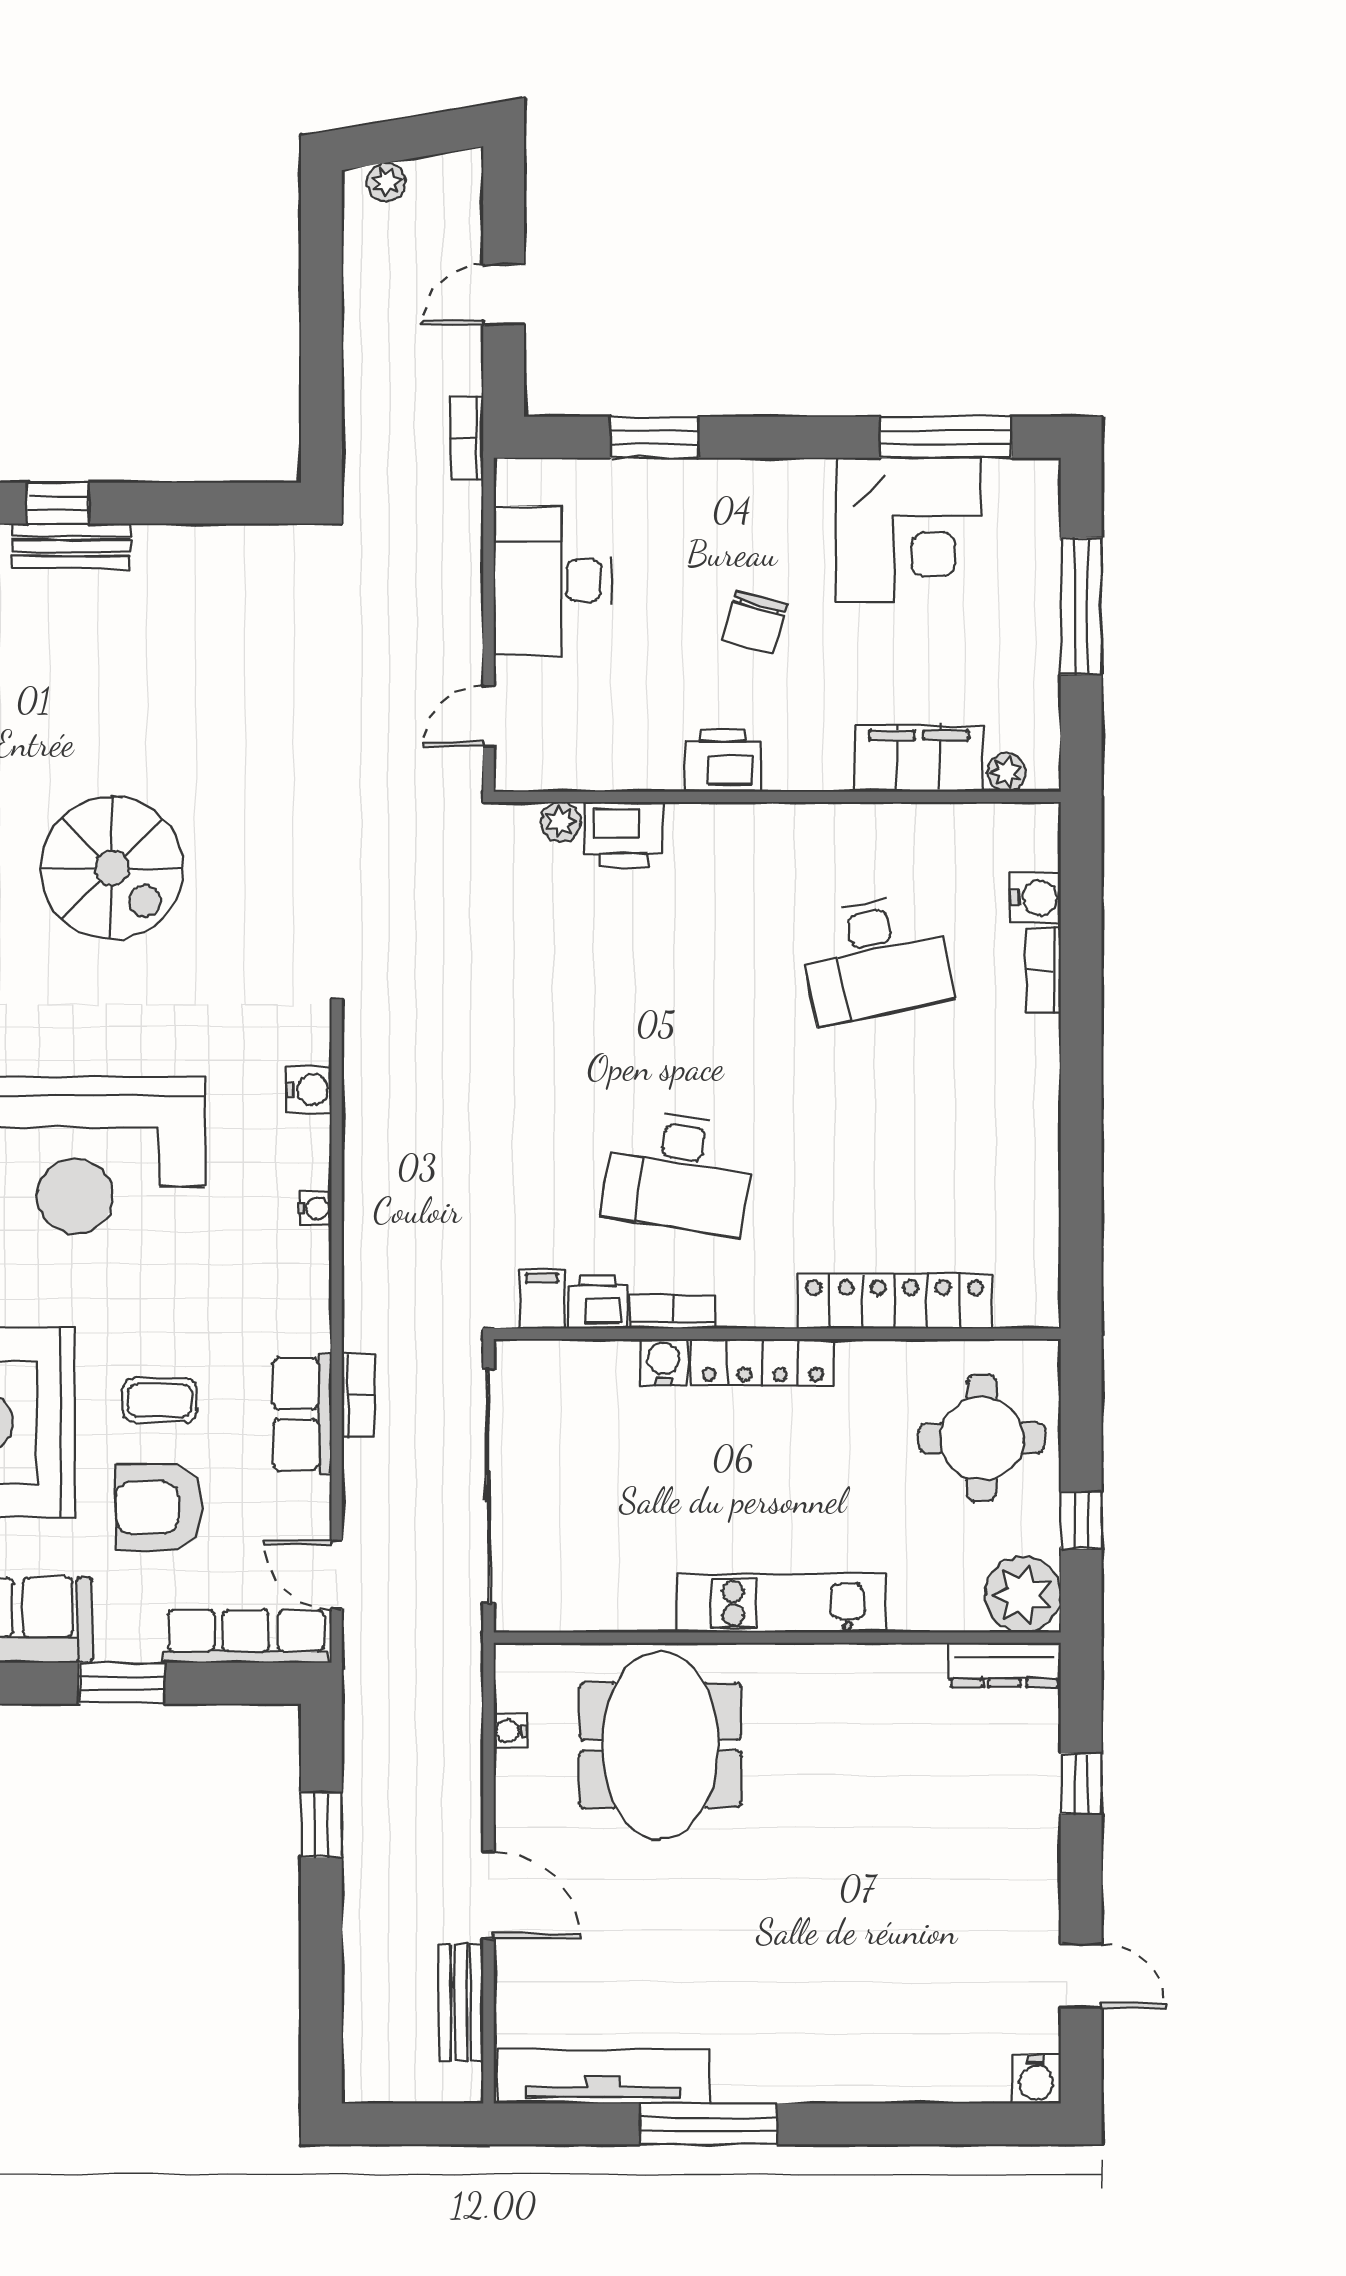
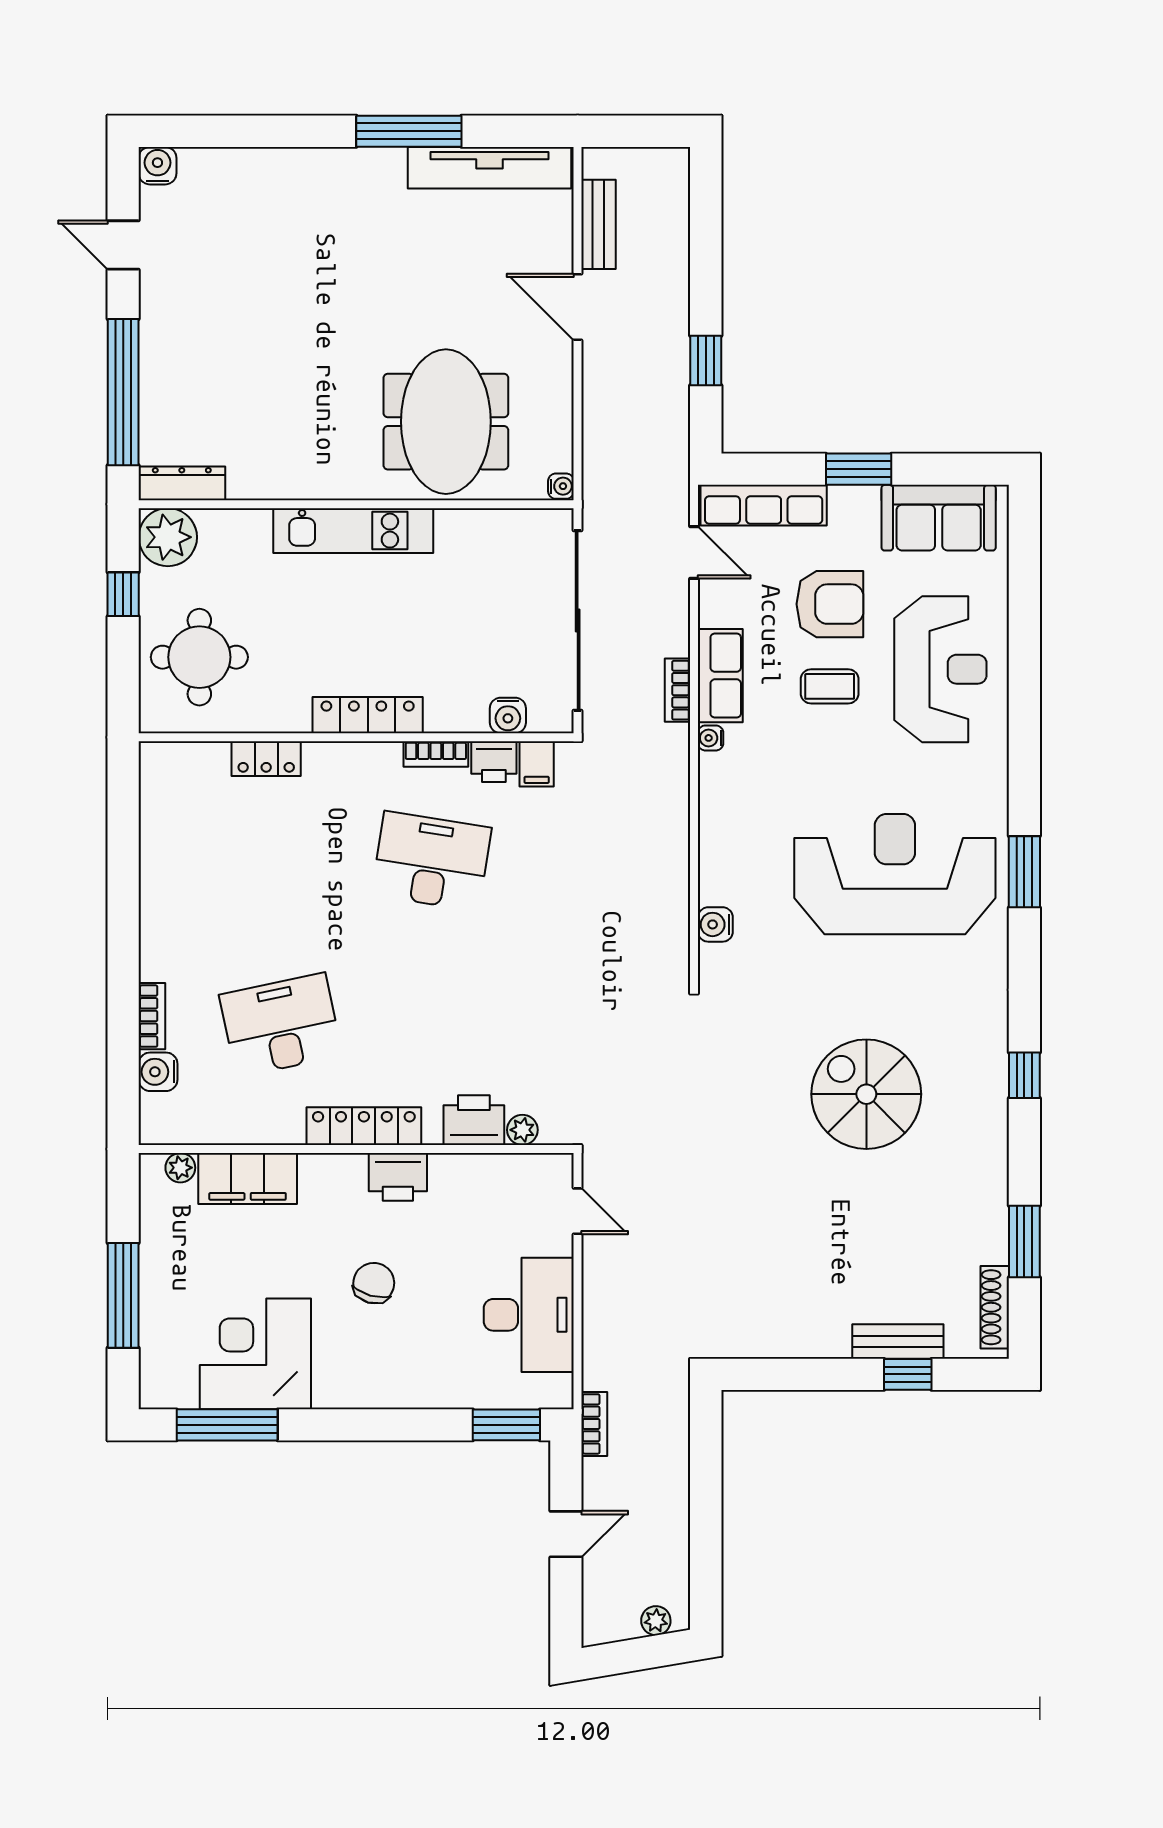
window: (654, 437) -> (506, 1425), moved
door: (489, 716) -> (578, 1211), hinge flipped
locker: (767, 827) -> (364, 1126), added
water cooler: (315, 1208) -> (711, 738), moved
locker: (895, 1301) -> (266, 759), width x0.46, depth x0.83
water cooler: (663, 1362) -> (508, 715), moved
water cooler: (510, 1731) -> (561, 486), moved
window: (1081, 1784) -> (123, 392), width x3.17

